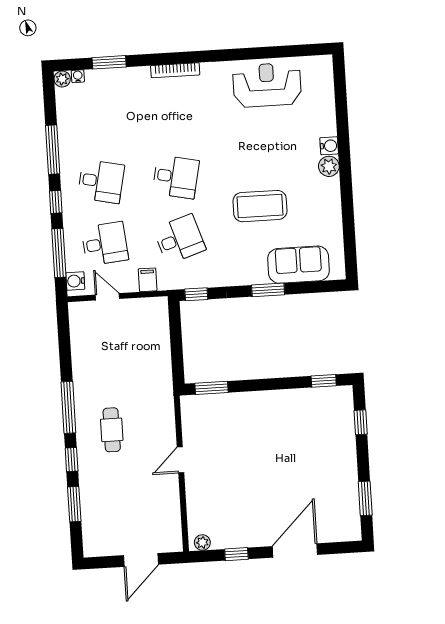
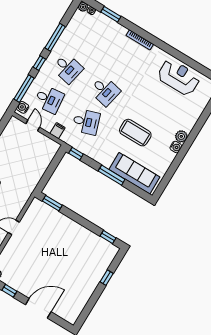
water cooler: (329, 146) -> (176, 147), moved
sofa: (299, 265) -> (134, 173), width x1.36
window: (268, 290) -> (112, 175), width x1.44
window: (361, 422) -> (107, 278), moved
window: (365, 498) -> (89, 307), removed

